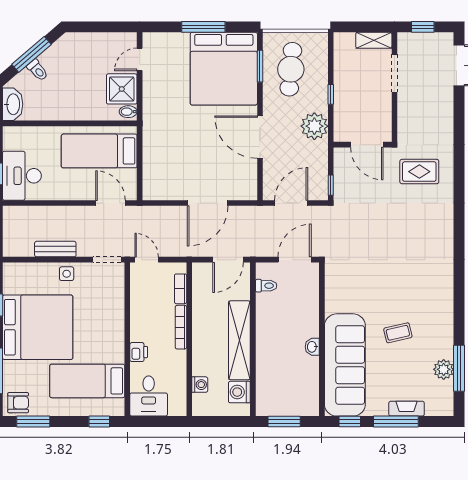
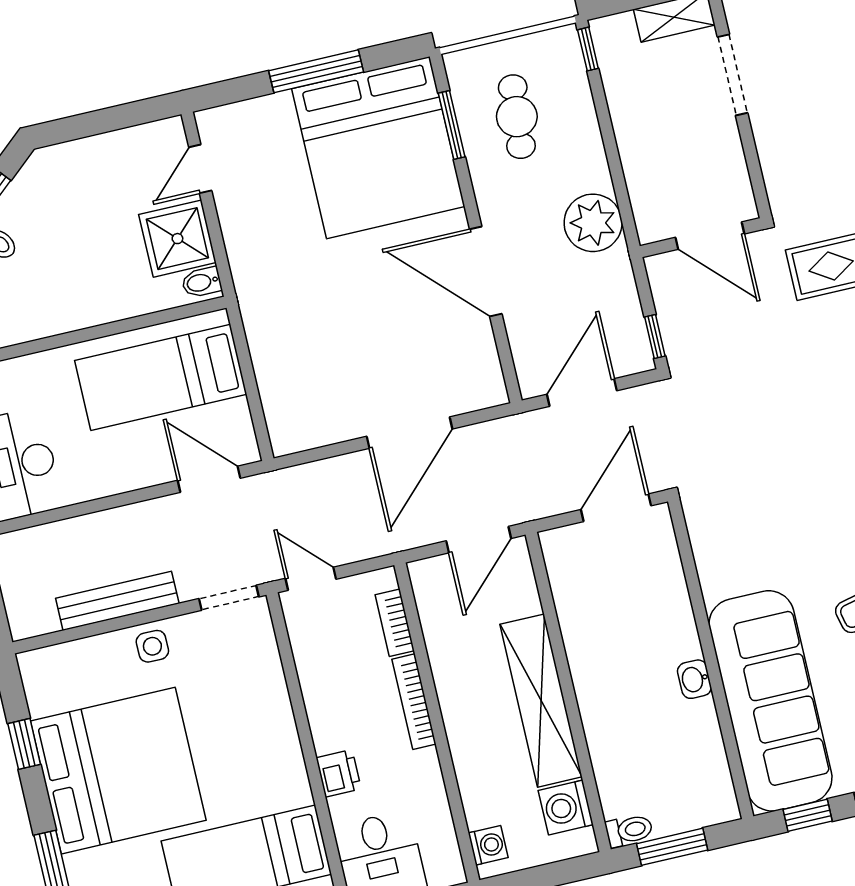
cafe table: (291, 69) -> (517, 117), width x0.73, depth x0.74
window: (331, 94) -> (588, 49), moved
bench: (55, 249) -> (117, 601), width x1.36
toilet: (266, 286) -> (629, 830), moved
washing machine: (200, 385) -> (488, 845), moved

